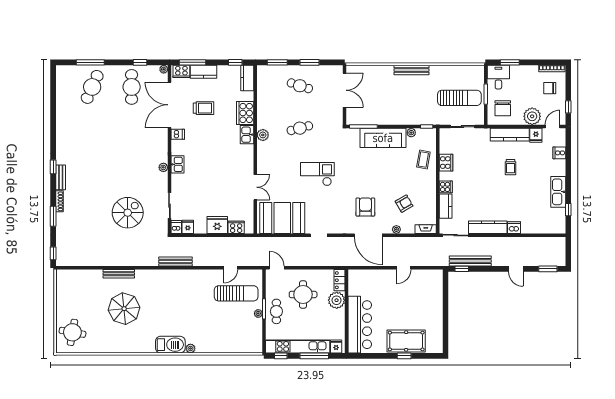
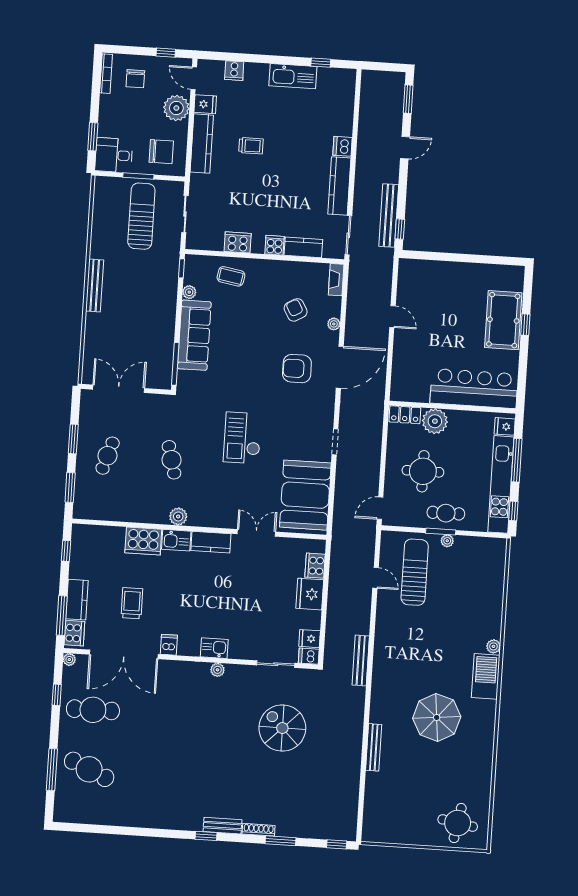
kitchen counter: (247, 78) -> (211, 542), moved
parasol: (124, 309) -> (437, 717), moved

